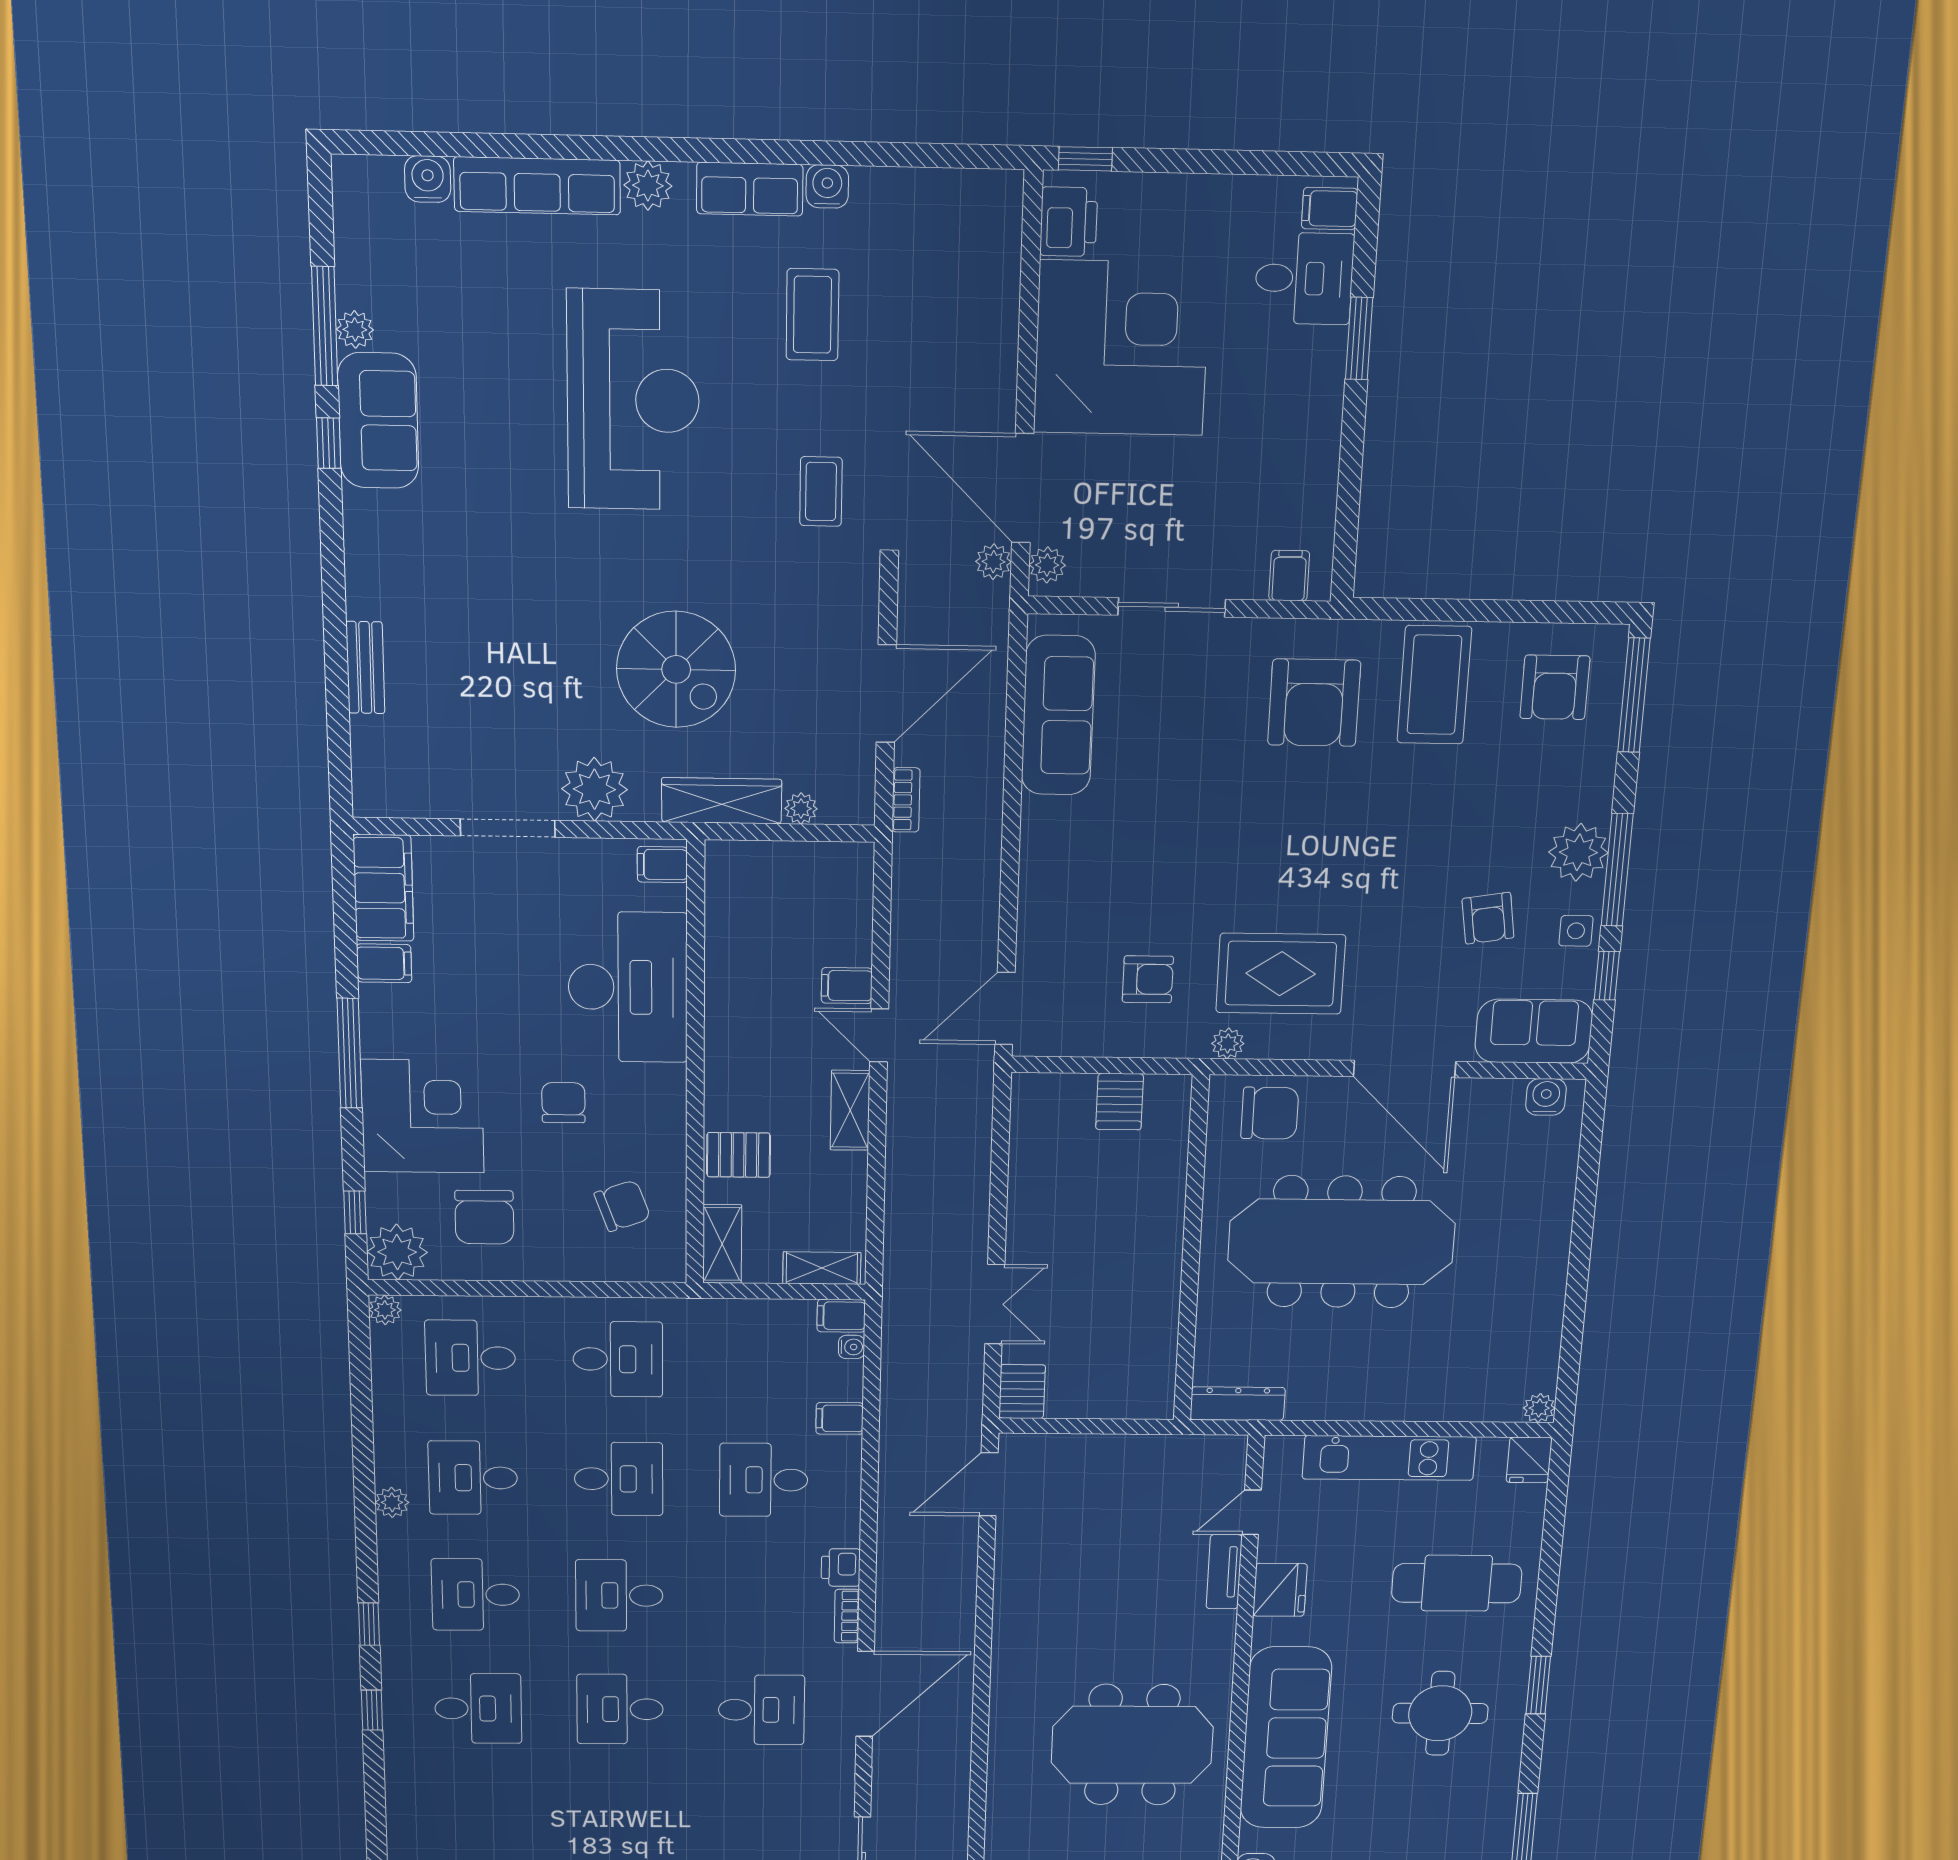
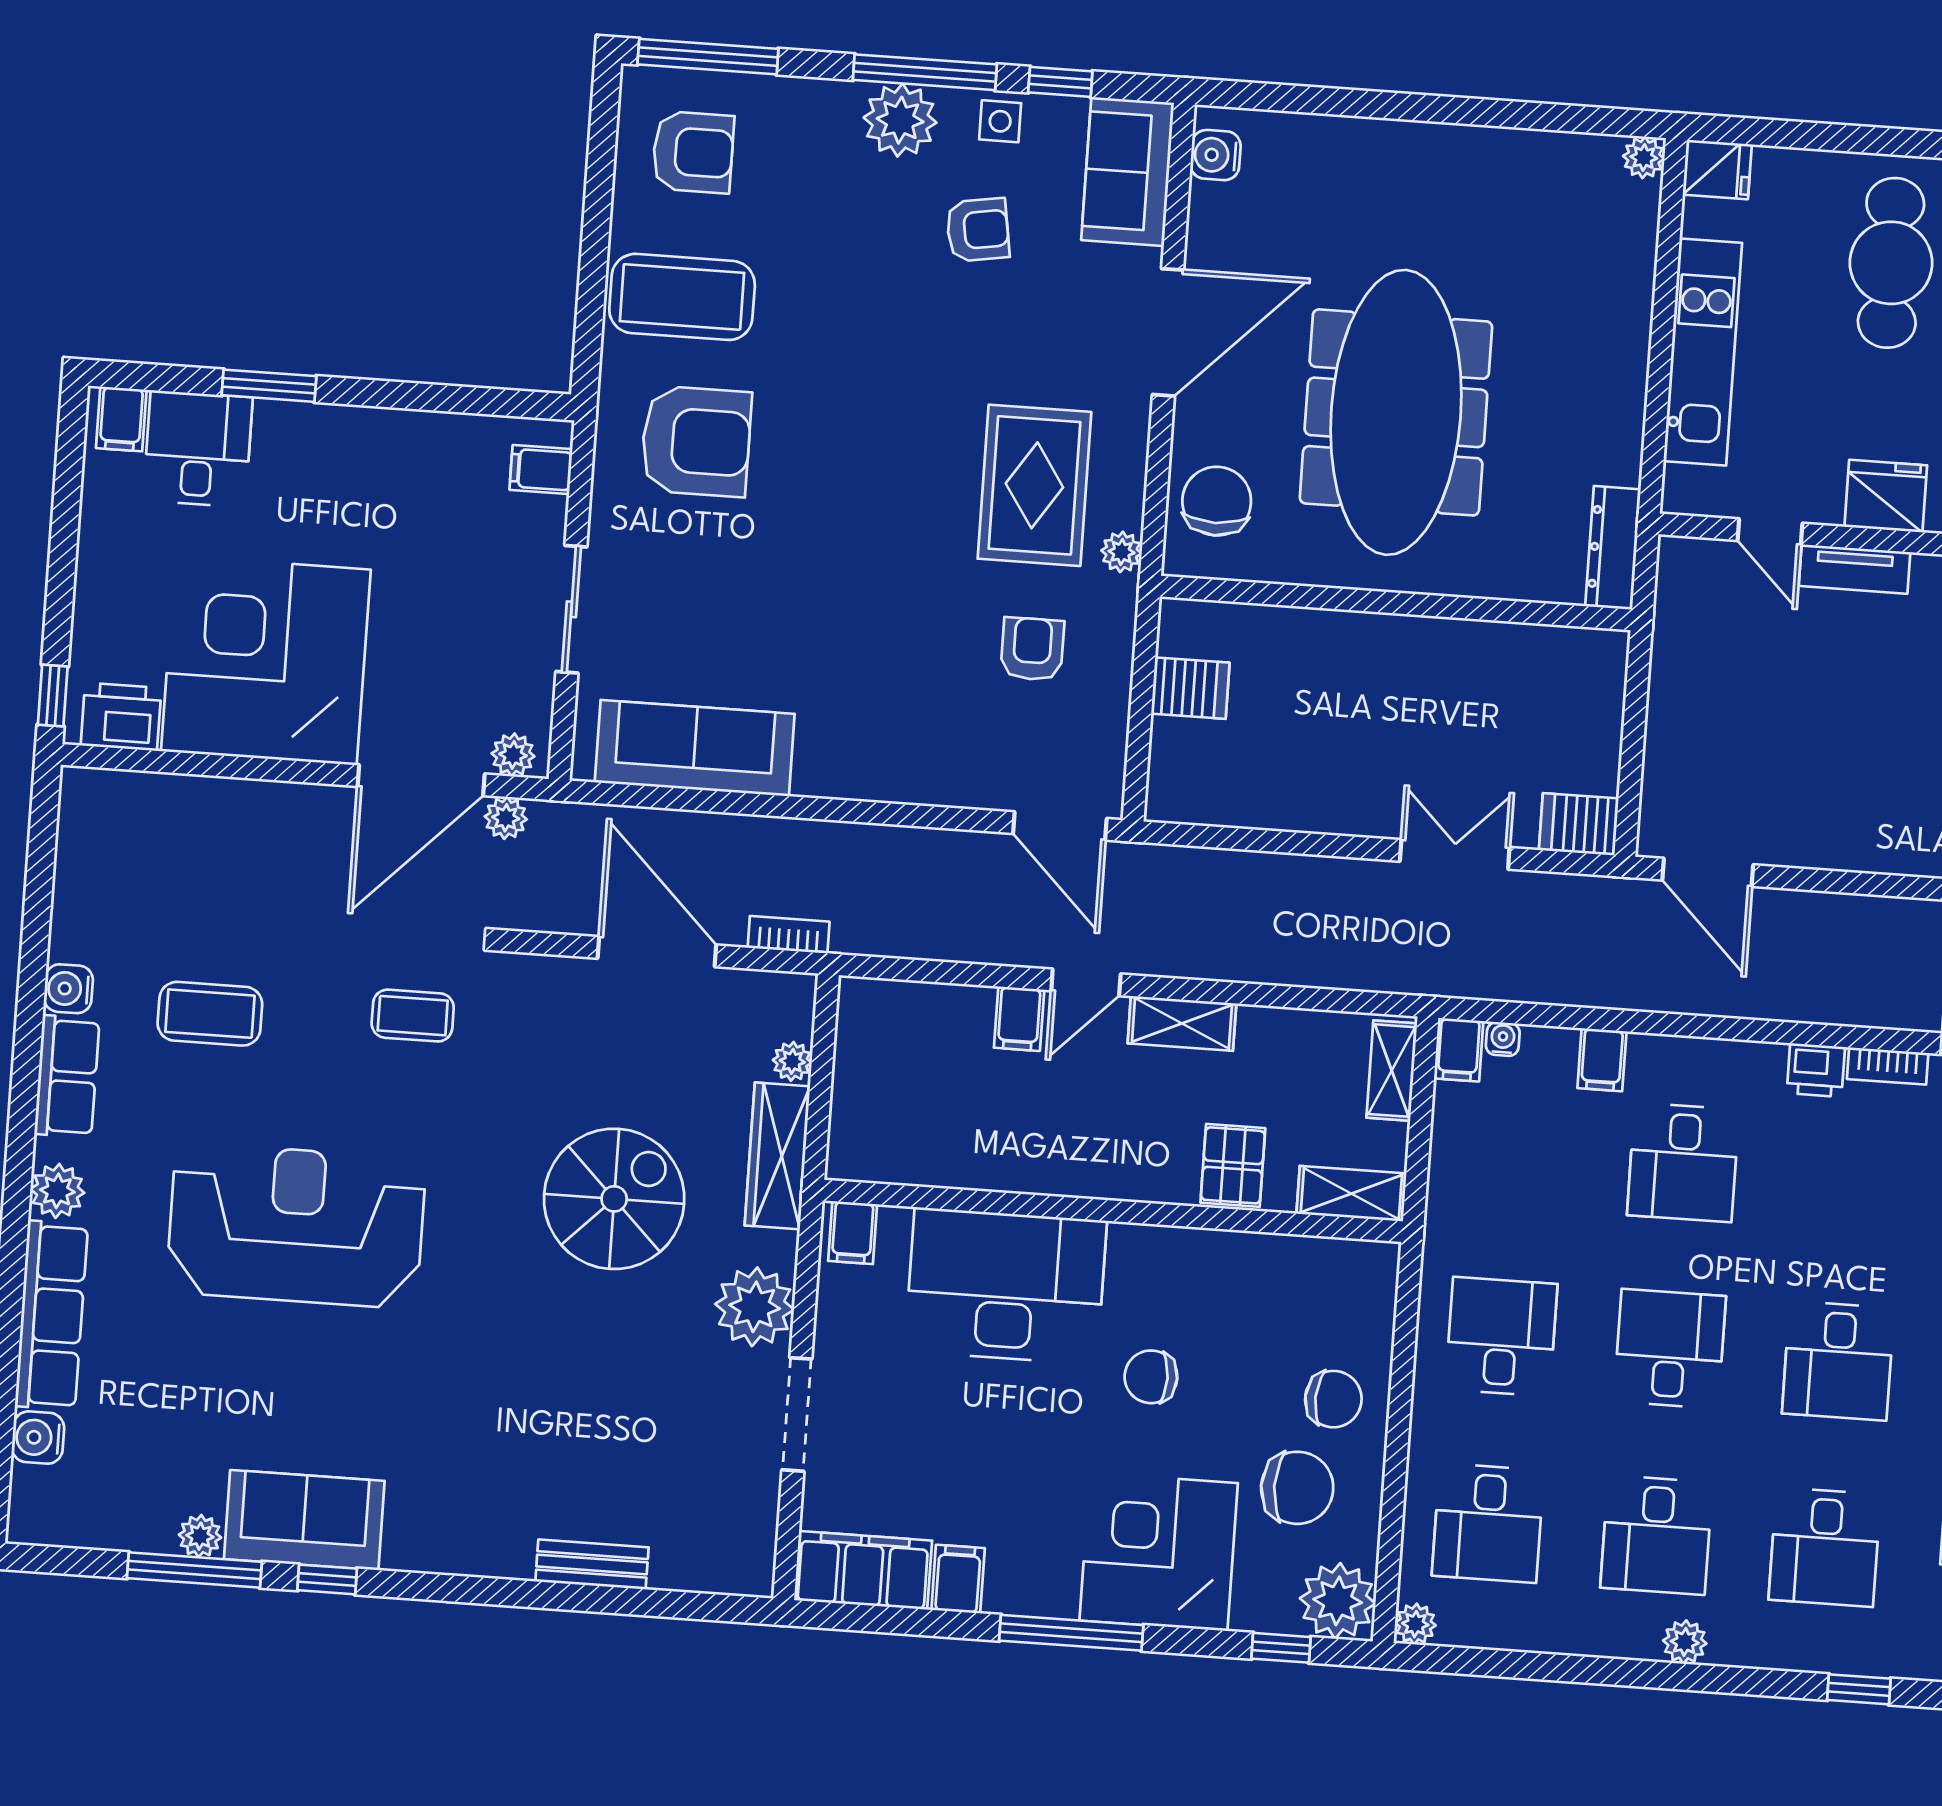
chair: (622, 1206) -> (1333, 1399), moved, turned 113

